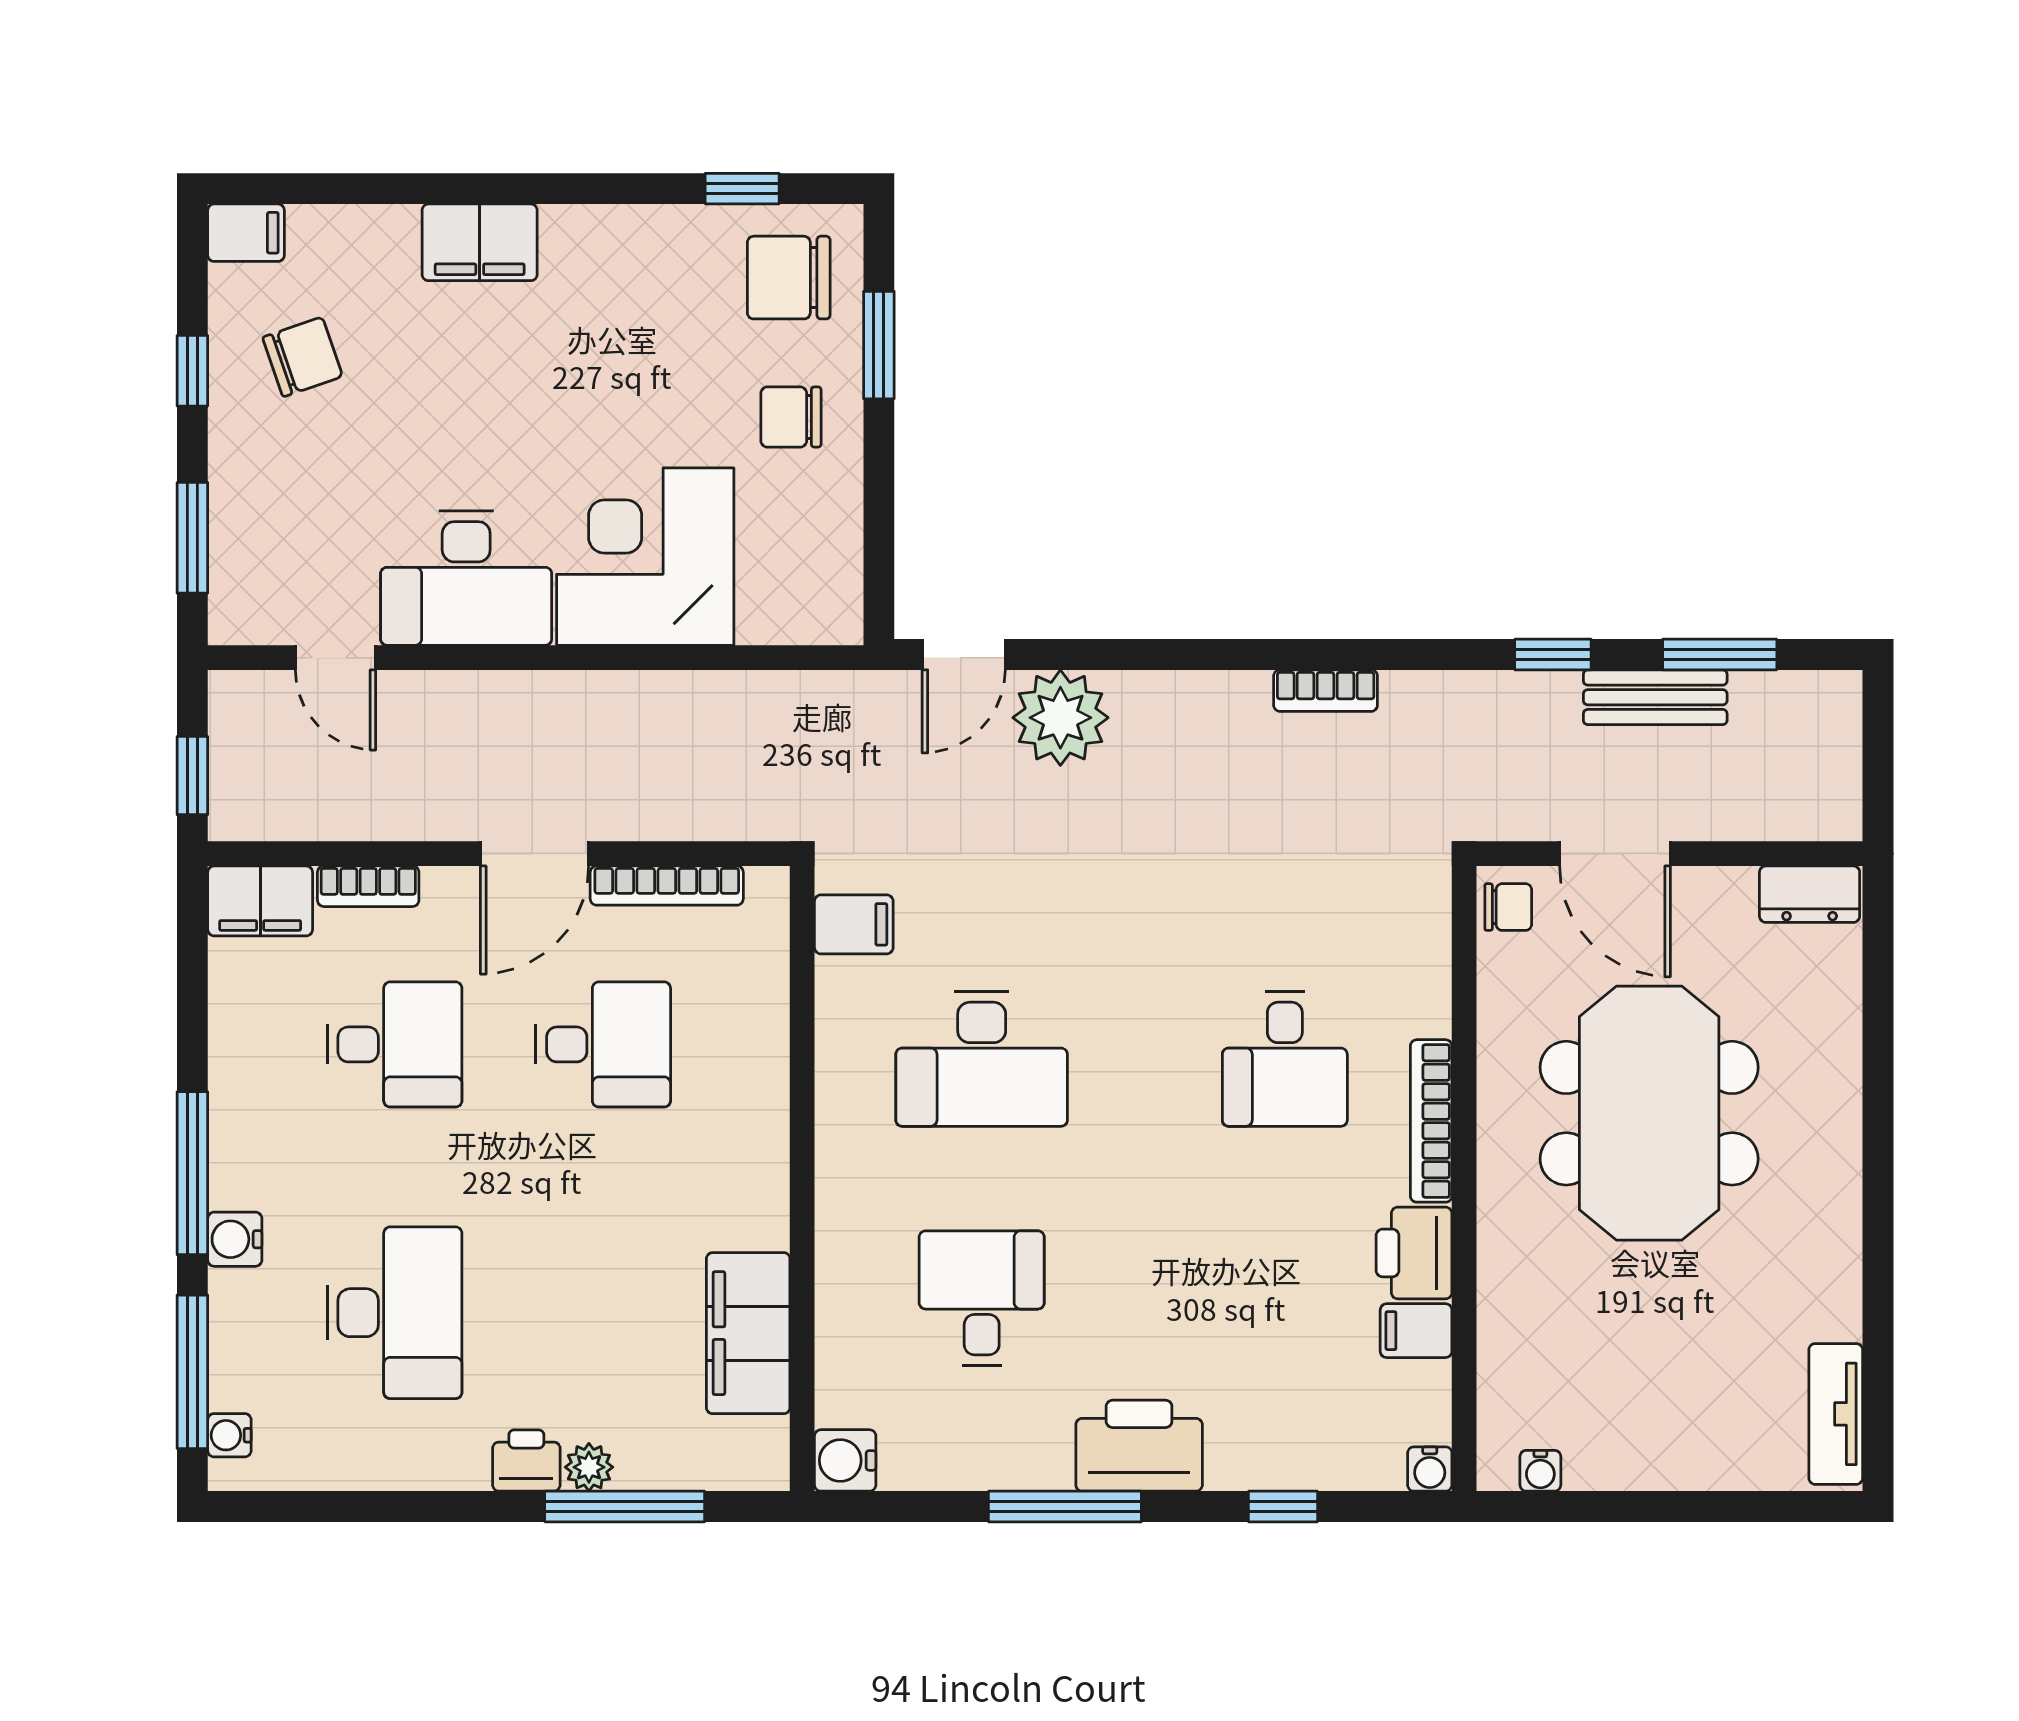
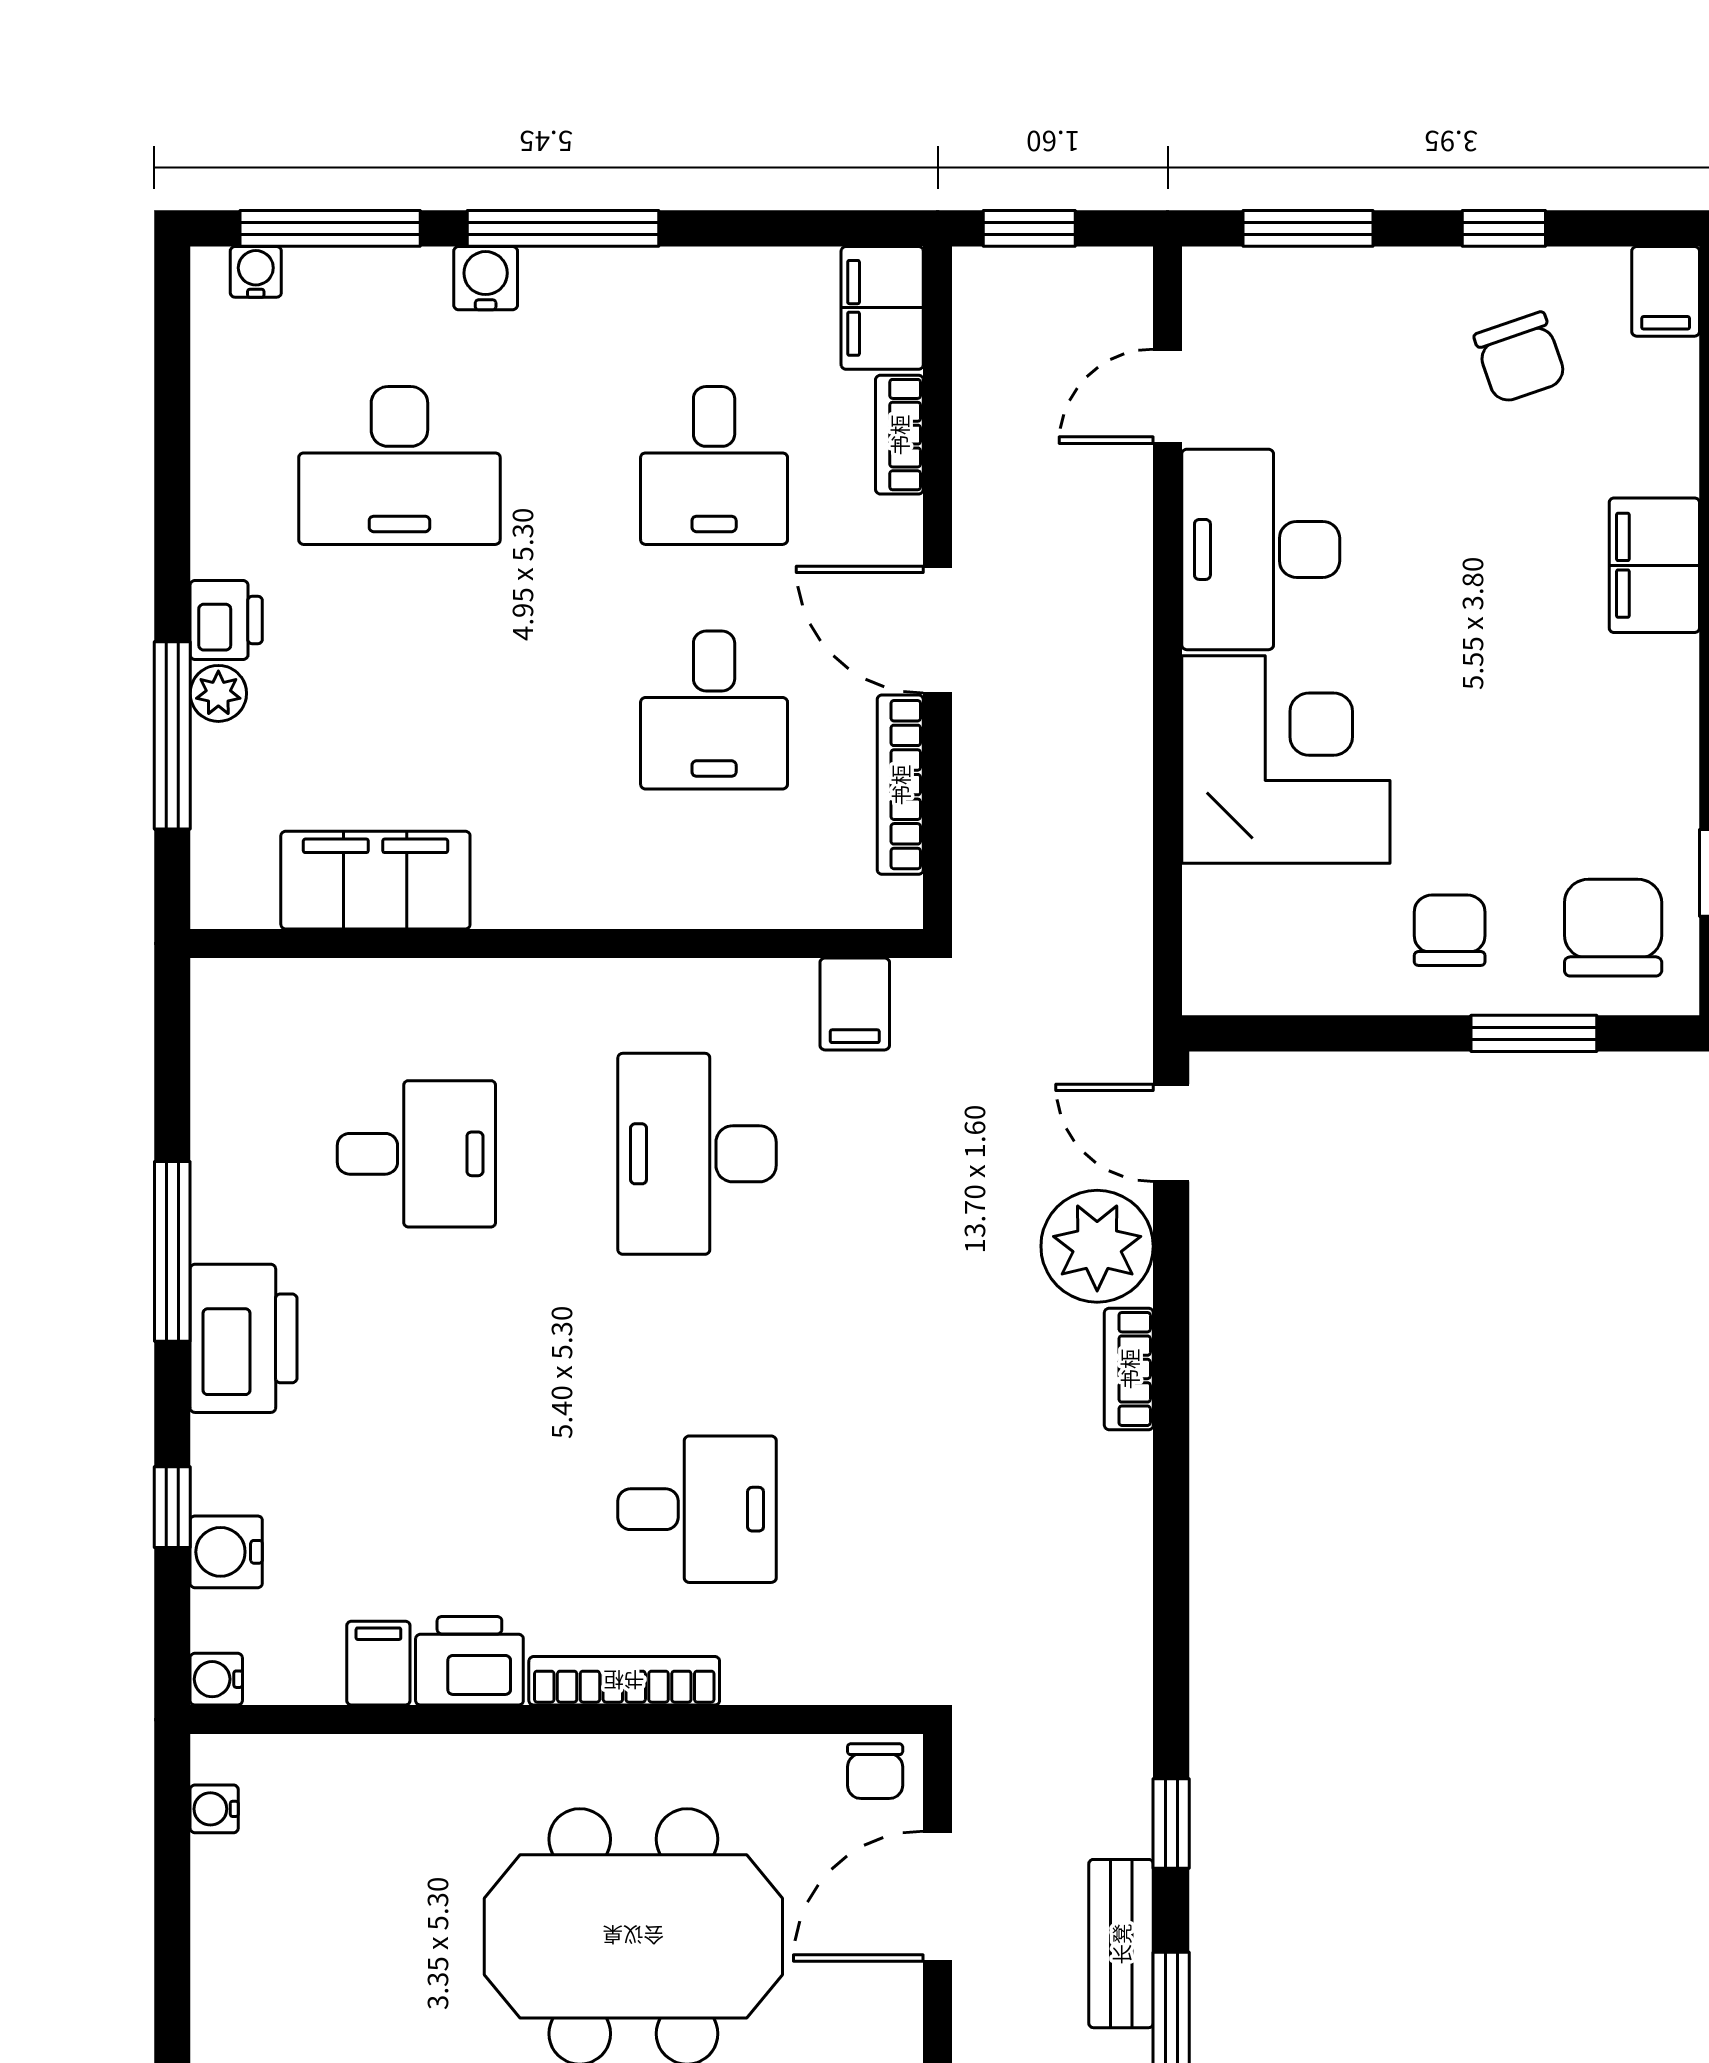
bookcase: (1326, 691) -> (1129, 1369), moved
desk: (1285, 1059) -> (697, 1509), turned 180
water cooler: (845, 1460) -> (226, 1552), moved, turned -90

